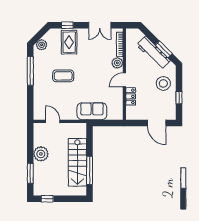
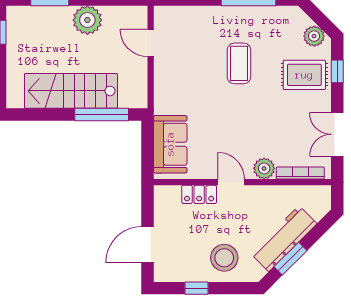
plant: (42, 45) -> (314, 36), moved
sofa: (92, 111) -> (170, 144), moved
door: (53, 121) -> (151, 43), swing flipped
window: (90, 170) -> (102, 115), moved

